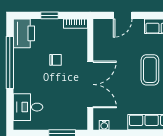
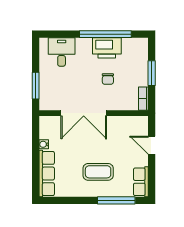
window: (49, 15) -> (152, 73), width x1.50
printer: (24, 33) -> (107, 48), moved
water cooler: (104, 125) -> (44, 144), moved

